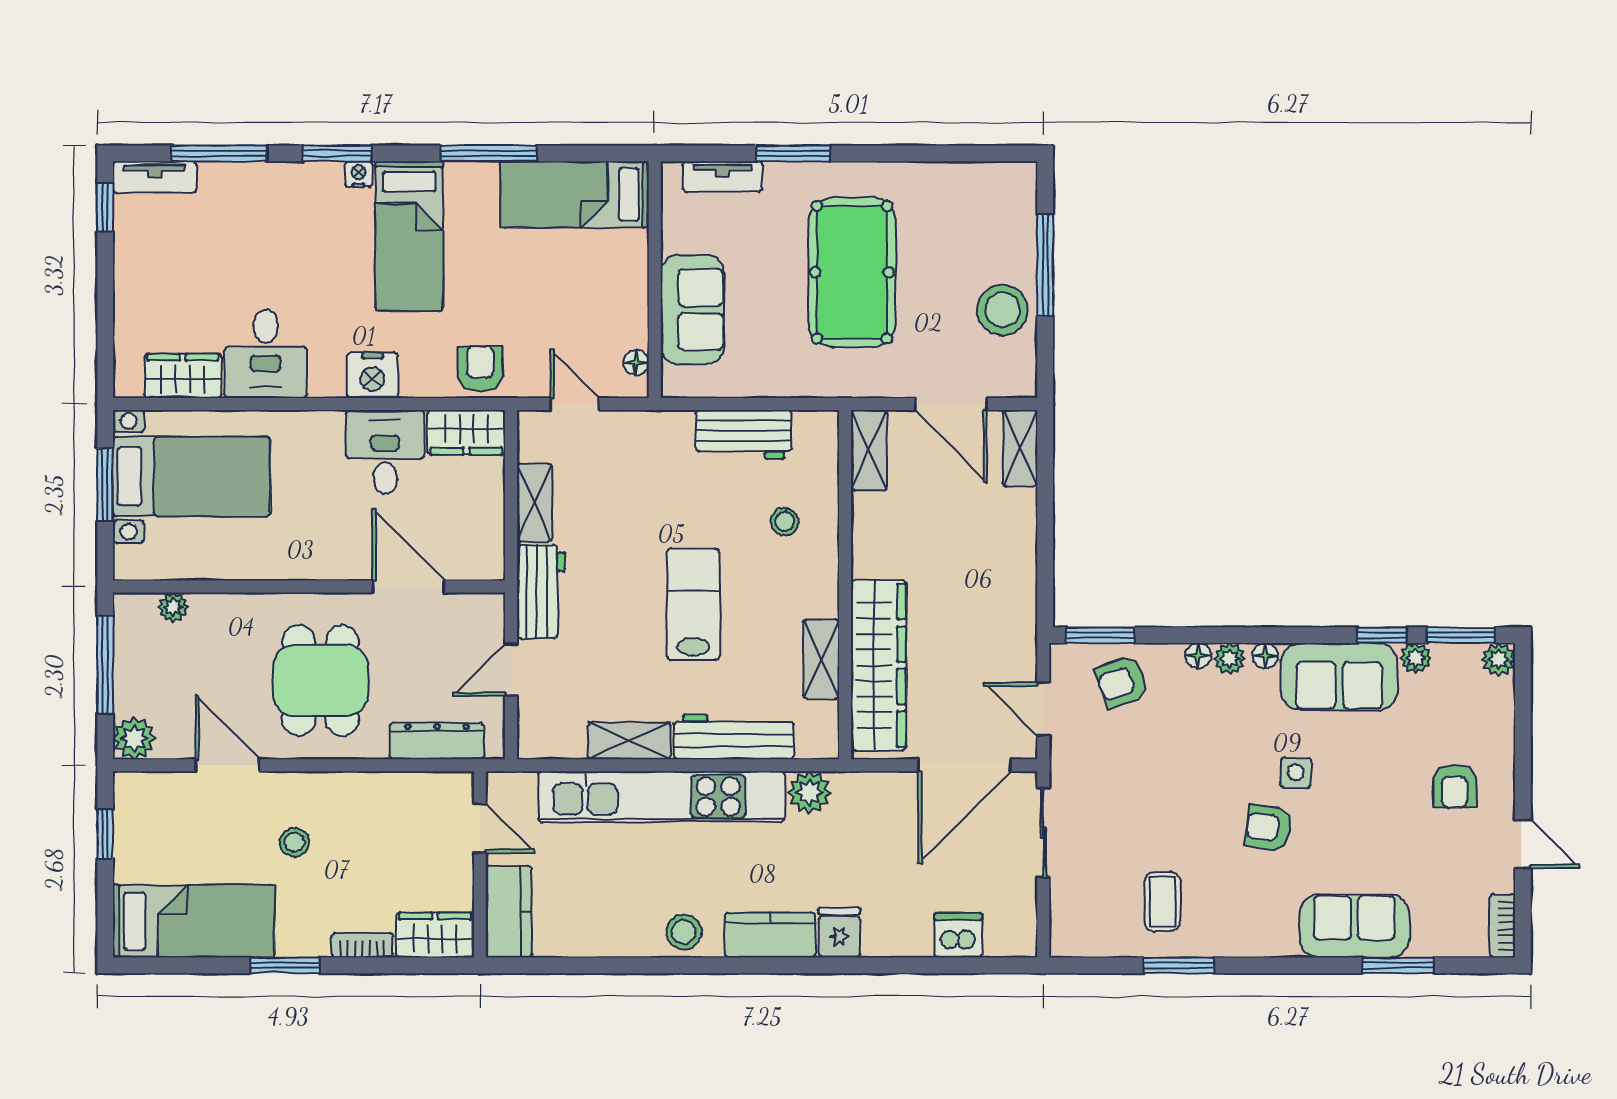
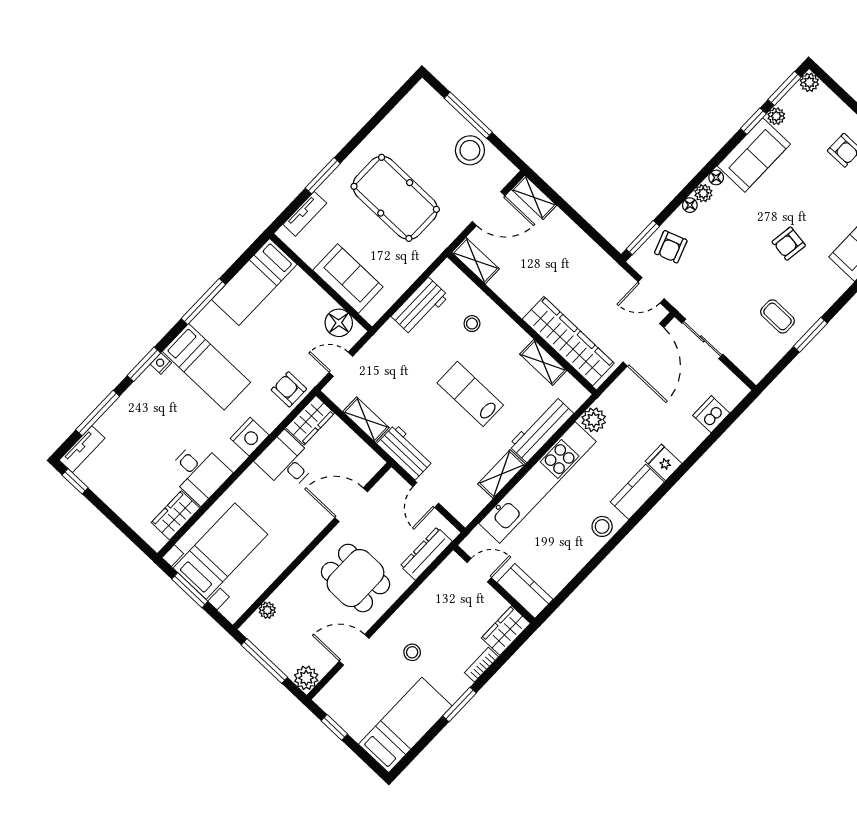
floor lamp: (636, 363) -> (339, 323), width x1.89, depth x1.89
side table: (1296, 772) -> (776, 211), removed

